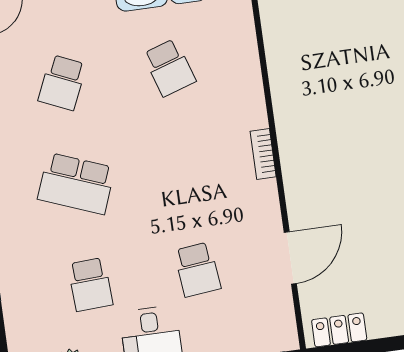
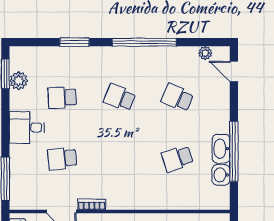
bookcase: (263, 154) -> (92, 204), moved
school desk: (76, 183) -> (120, 98), width x0.54

